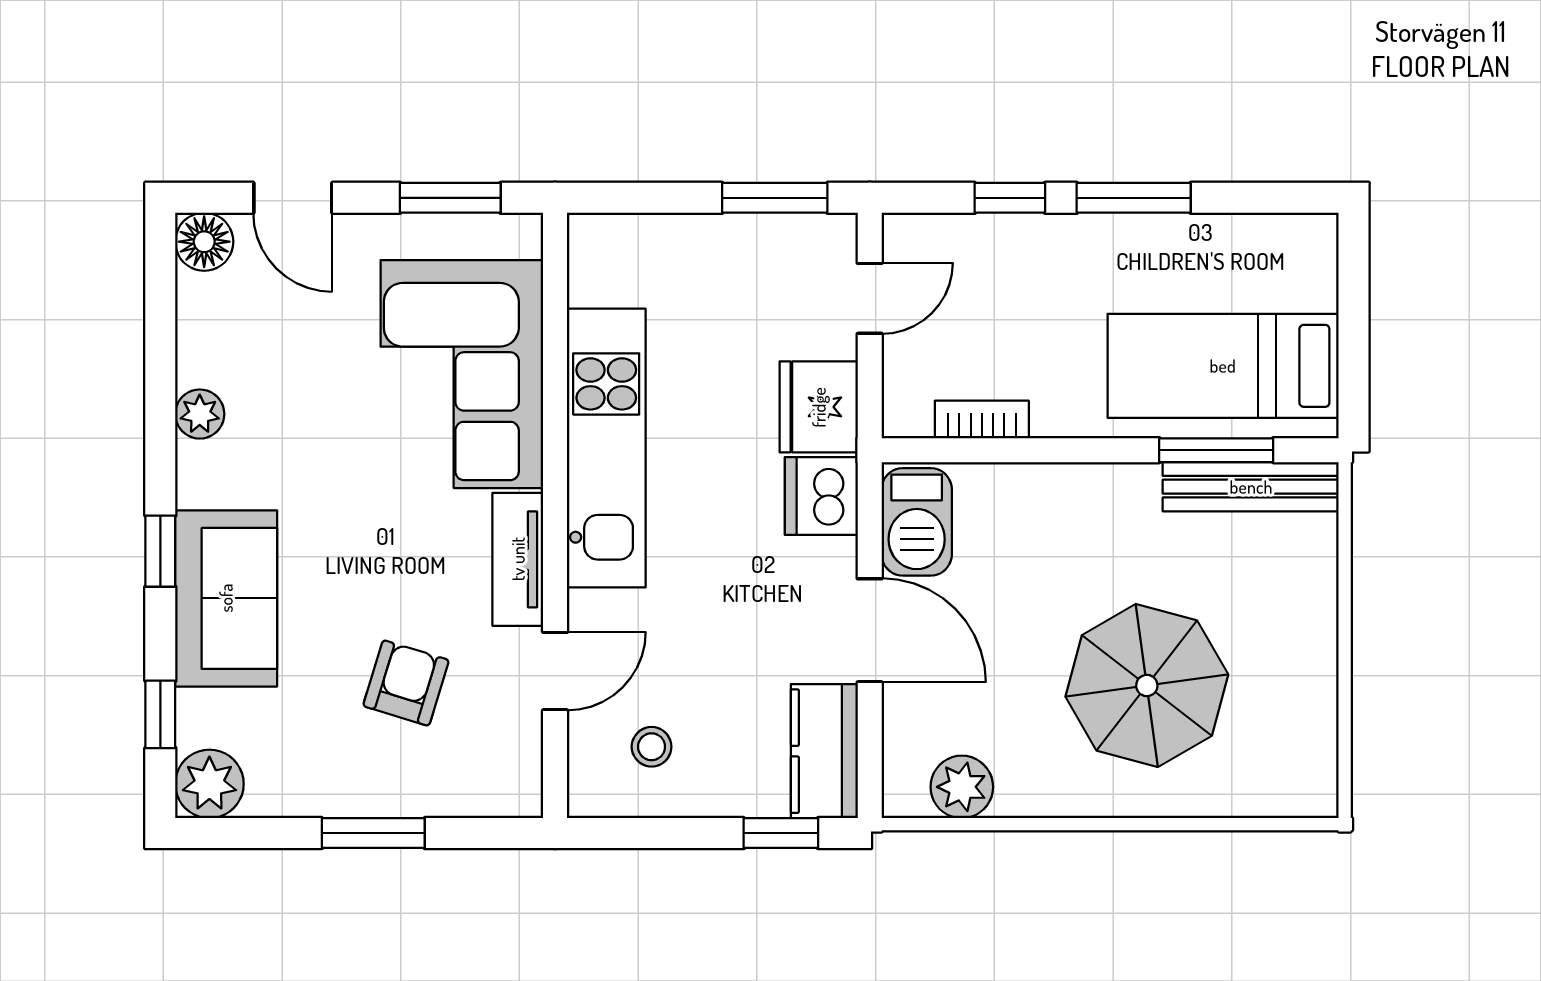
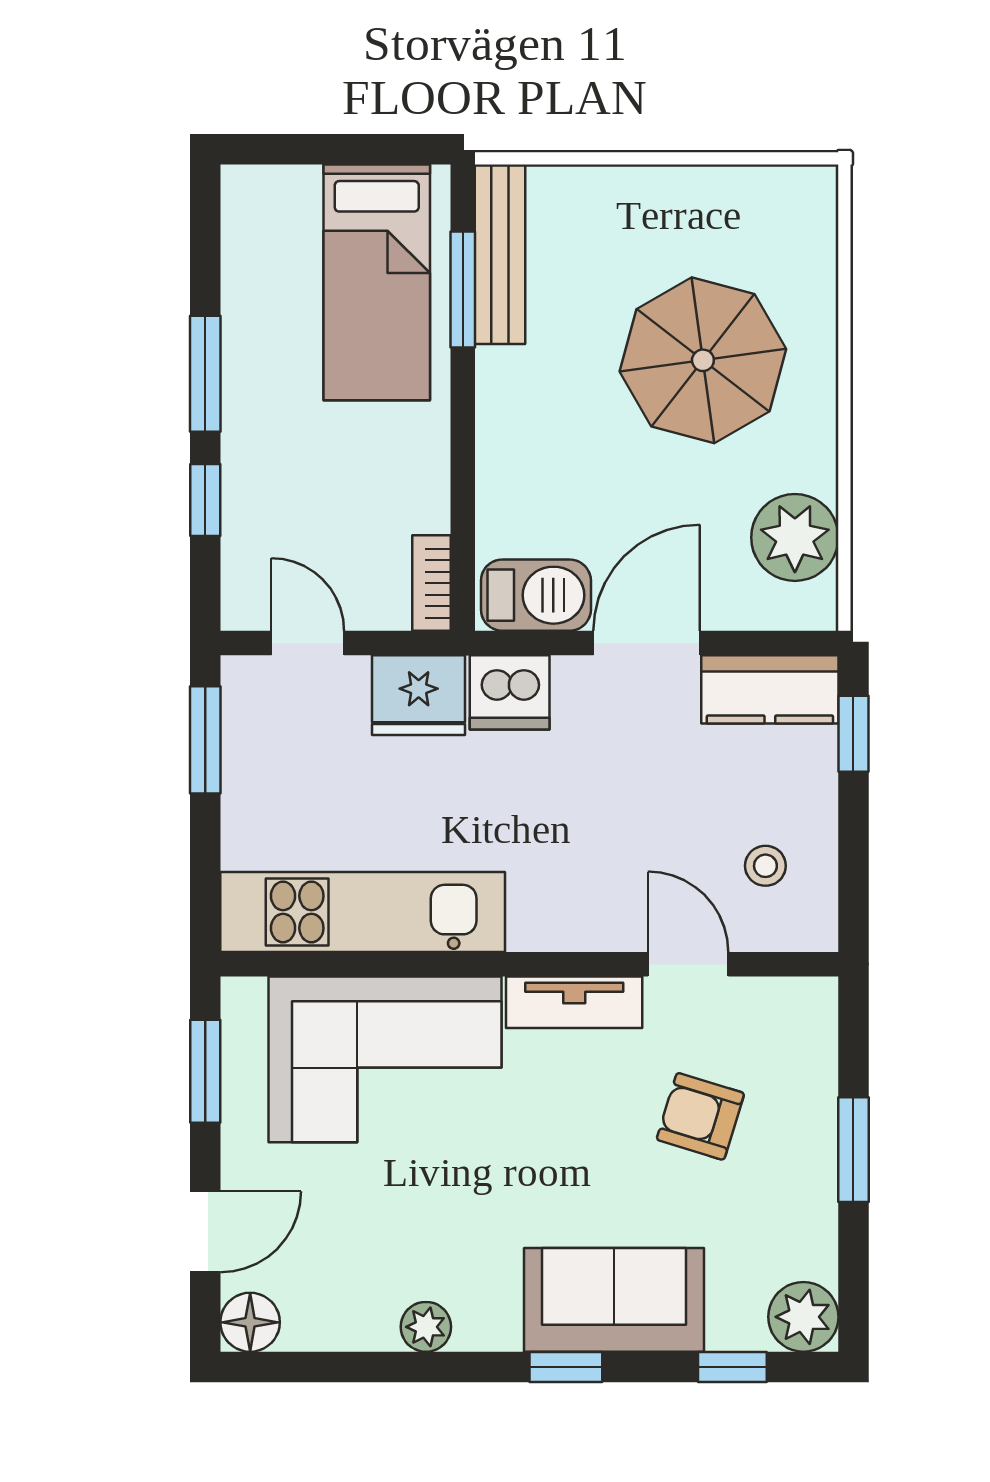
bookcase: (982, 419) -> (431, 583), moved
kitchen unit: (606, 448) -> (363, 912), moved
plant: (962, 787) -> (795, 537), width x1.36, depth x1.36

